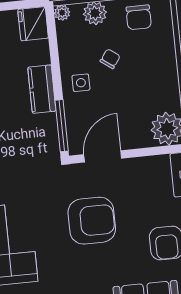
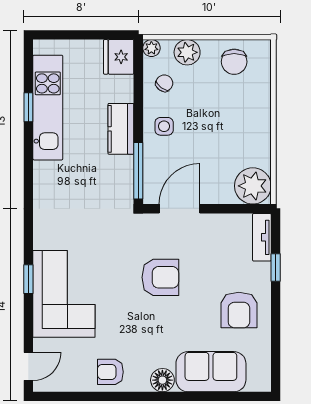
chair: (110, 59) -> (164, 83), moved
armchair: (92, 221) -> (160, 277), width x0.73, depth x0.73

